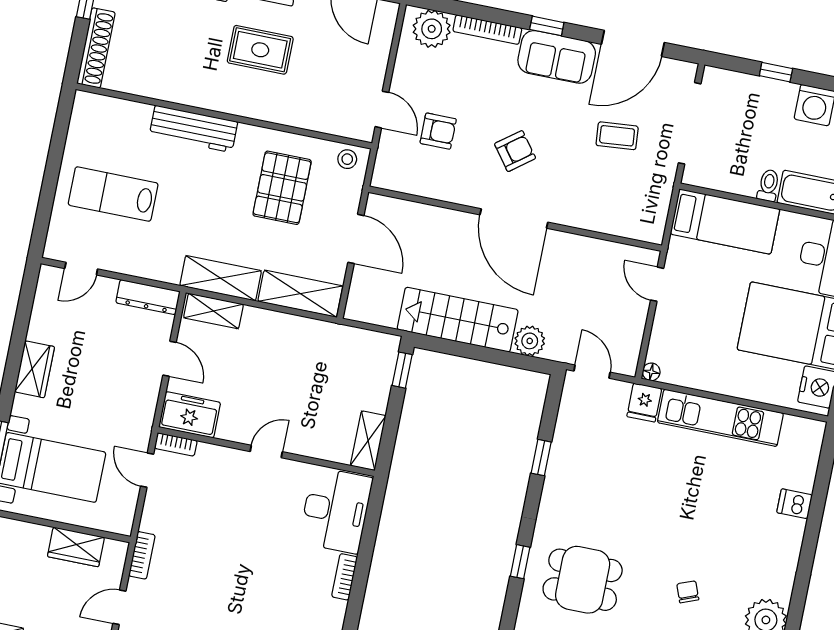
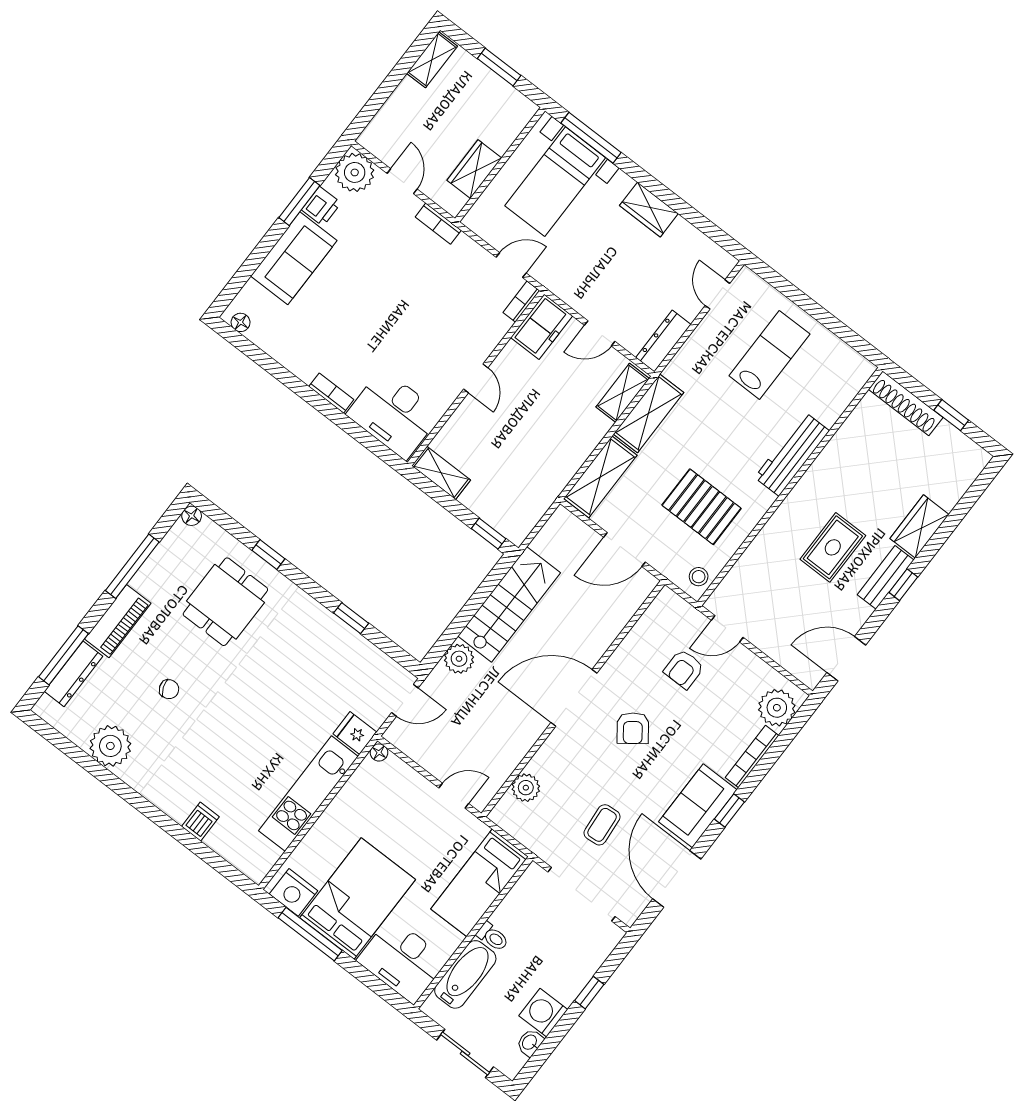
plant: (617, 222) -> (526, 788), added

